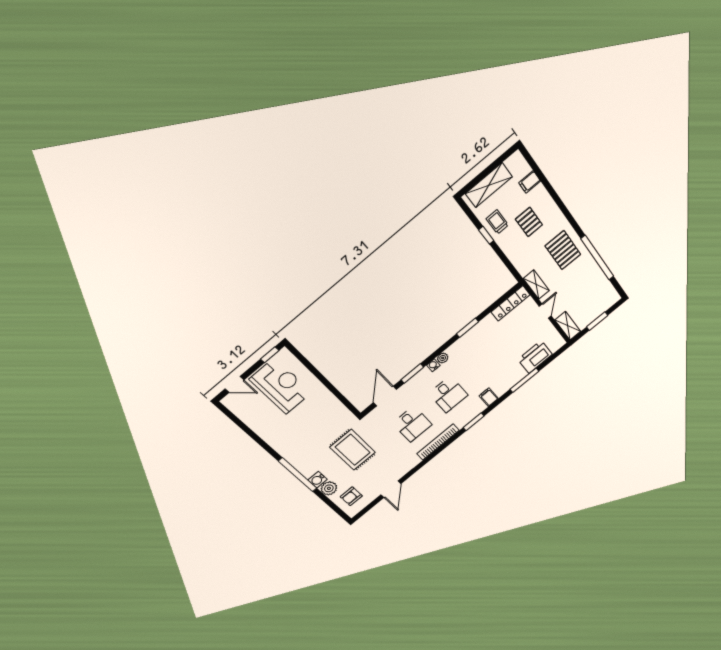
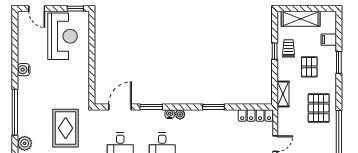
window: (554, 195) -> (339, 62), added
shelving: (536, 285) -> (283, 94), moved
water cooler: (318, 480) -> (24, 70), moved

